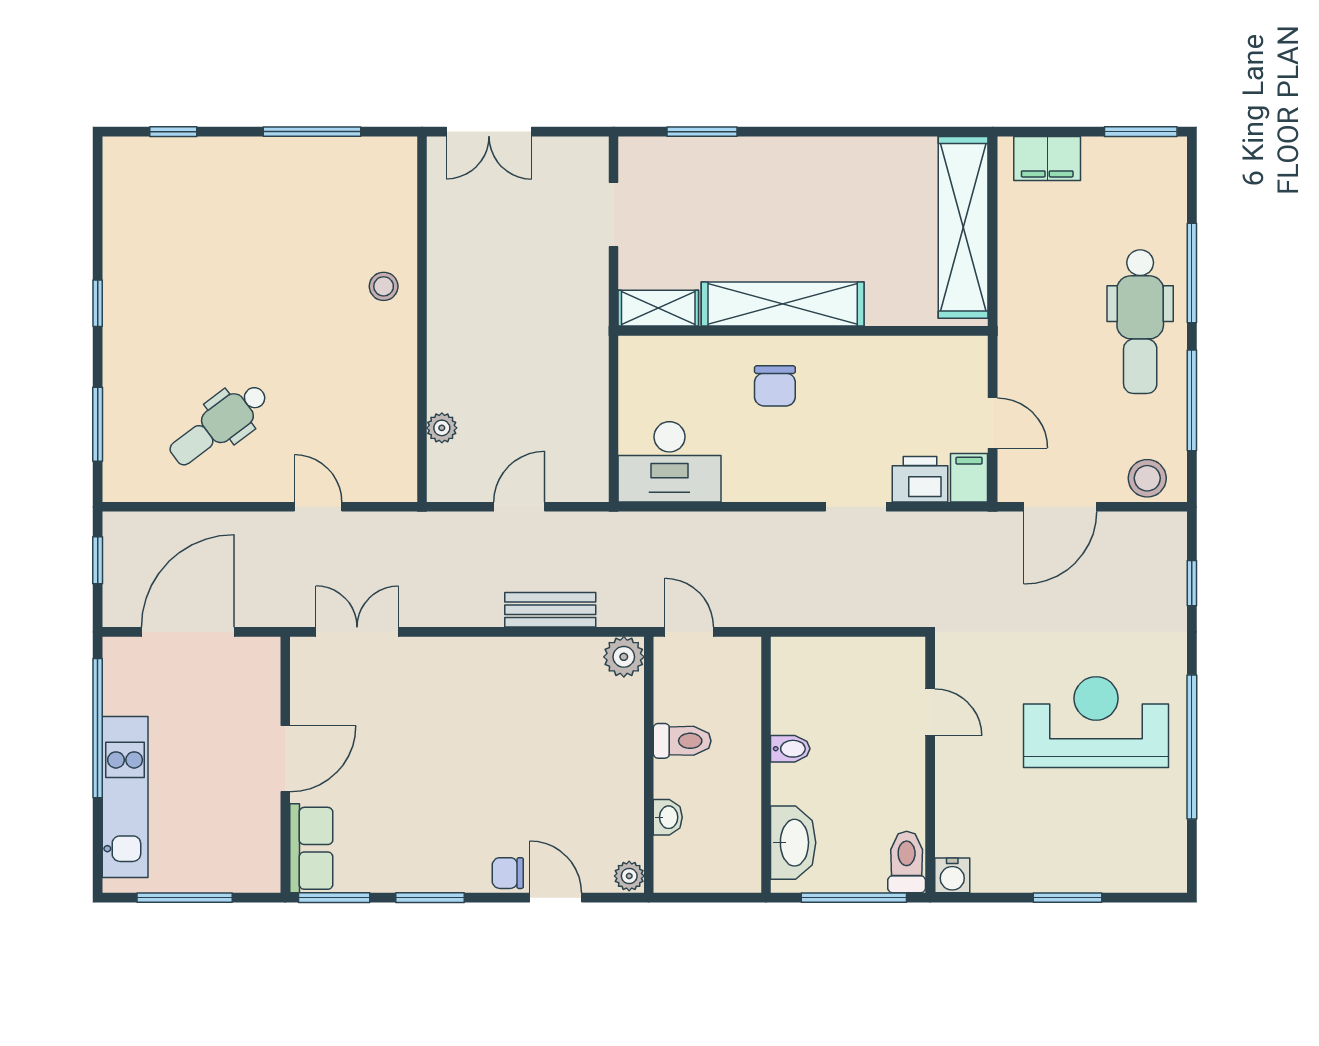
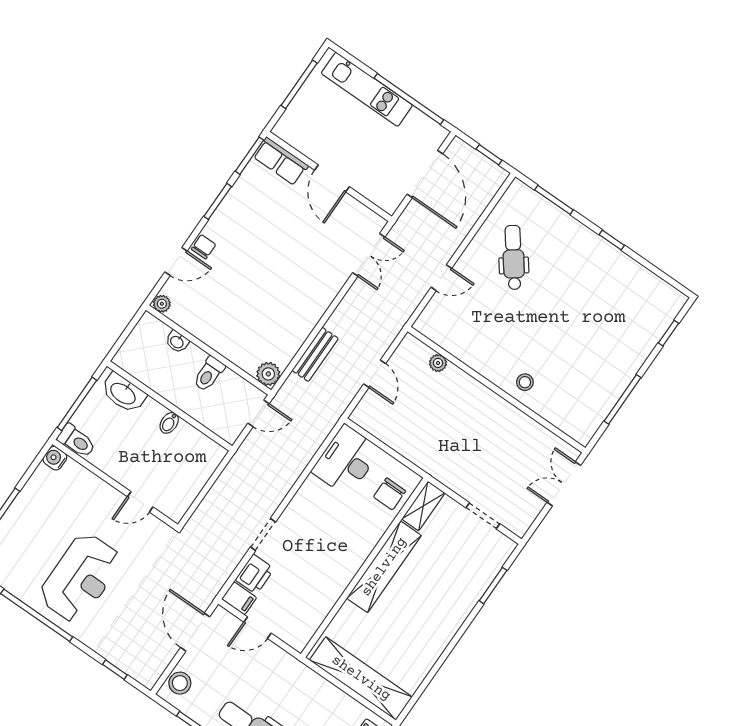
chair: (775, 386) -> (390, 494), moved, turned -90

